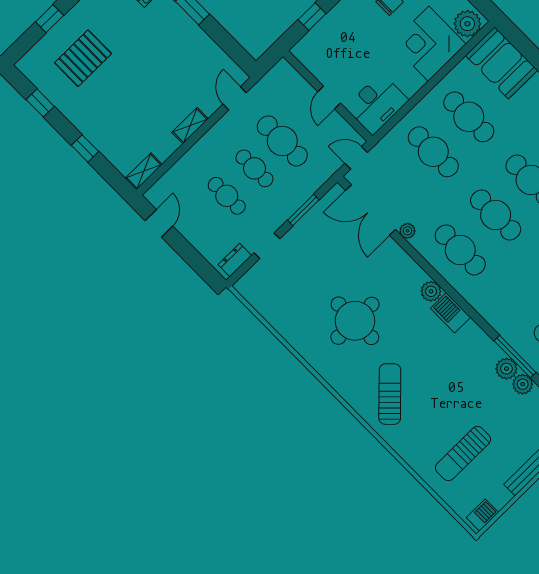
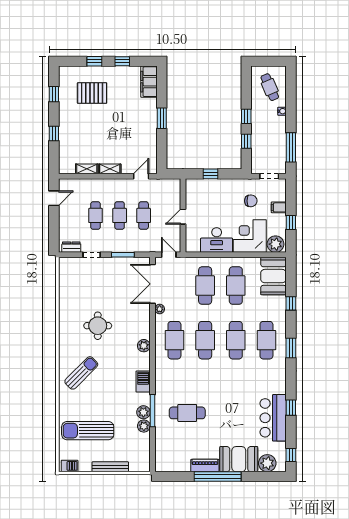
desk: (377, 104) -> (217, 240), moved
cafe table: (282, 141) -> (144, 215), width x0.73, depth x0.74
shelving: (144, 171) -> (87, 169), moved
barbecue: (451, 313) -> (143, 381), moved
round table: (355, 321) -> (98, 326), width x0.73, depth x0.73
sun lounger: (463, 454) -> (88, 431), width x1.36, depth x1.34

